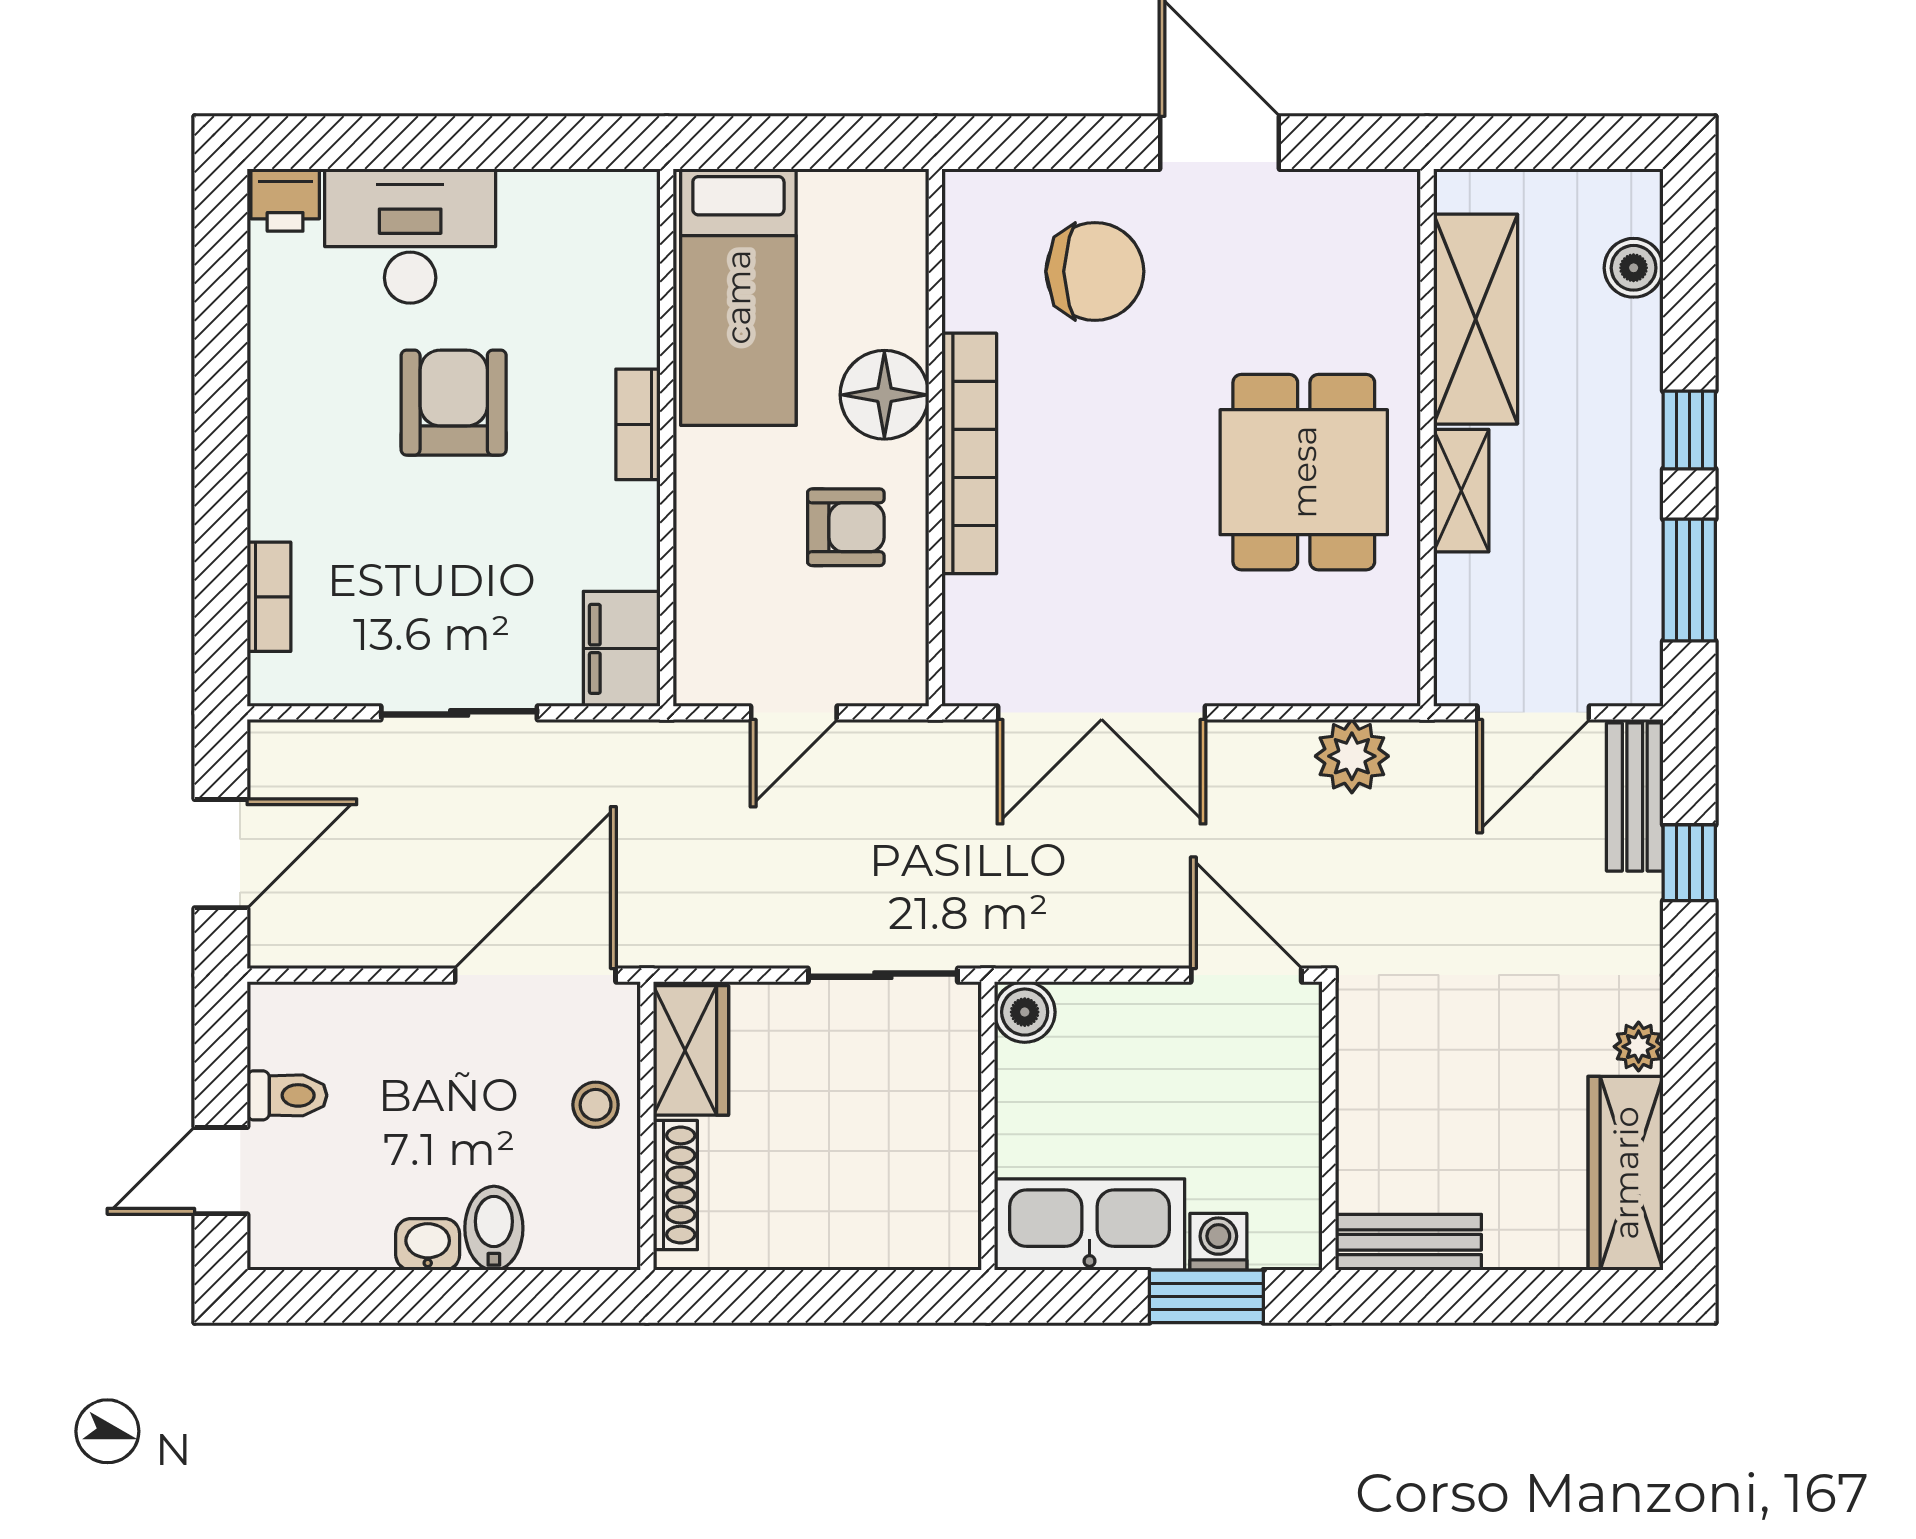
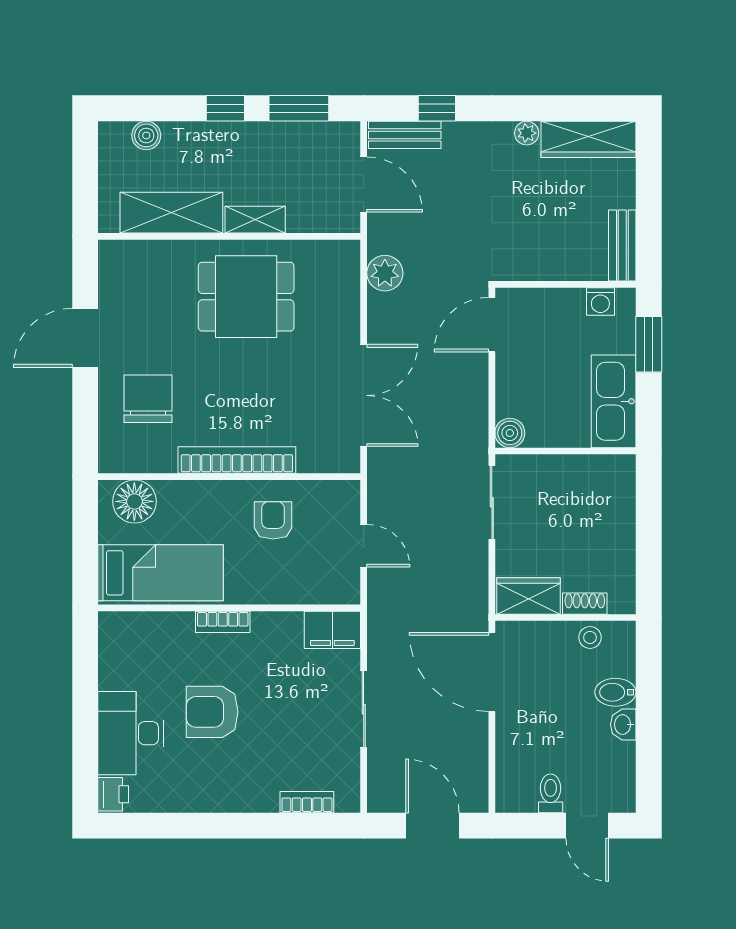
floor lamp: (884, 395) -> (134, 501), moved
stool: (596, 1105) -> (590, 637), moved
shoe rack: (675, 1185) -> (585, 604), width x0.70
washing machine: (1218, 1242) -> (600, 302), moved, turned -90

